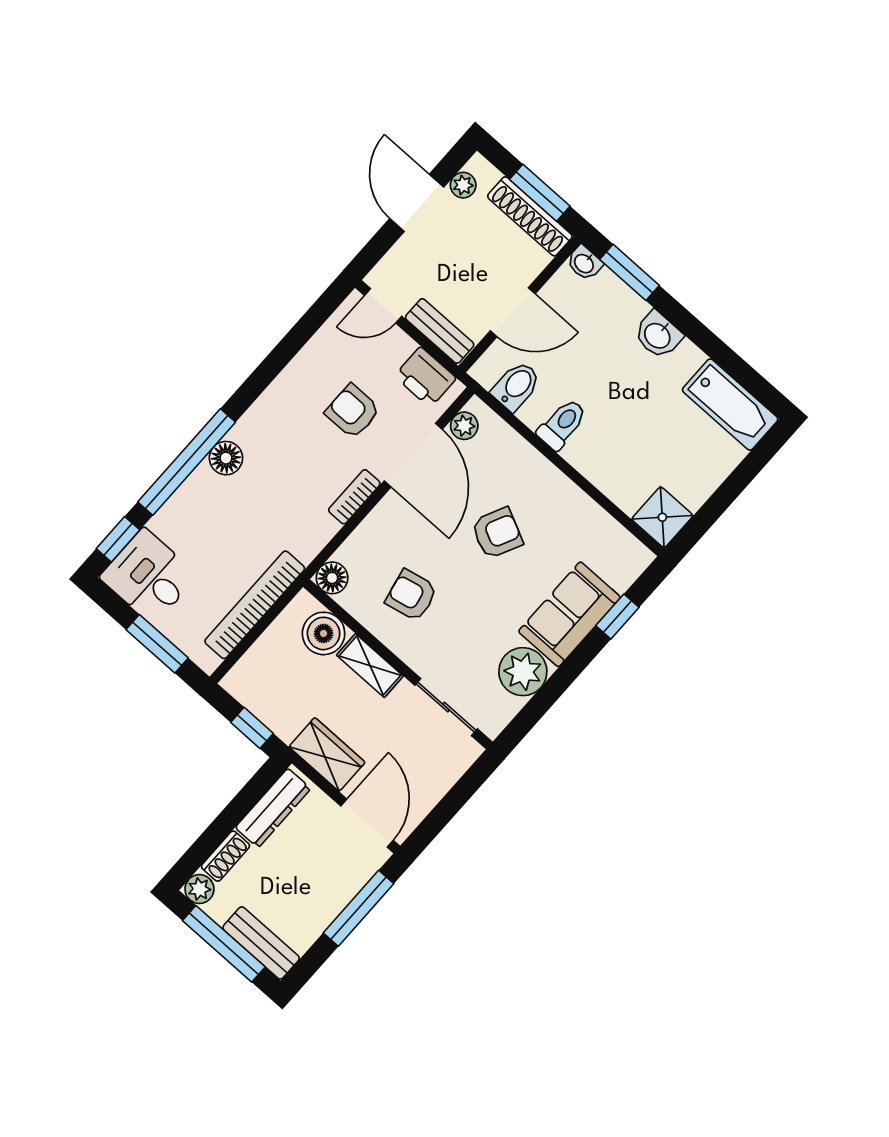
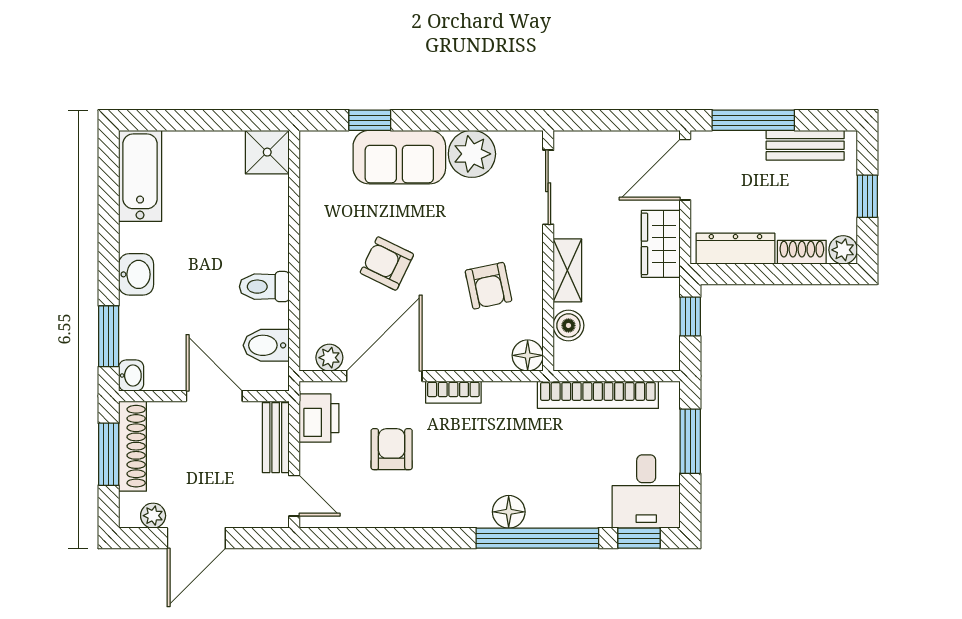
armchair: (353, 411) -> (392, 449), turned 180
boiler: (324, 633) -> (568, 325), width x0.73, depth x0.73
bench: (261, 943) -> (805, 145), moved, turned 90
window: (224, 944) -> (867, 196), width x0.46

